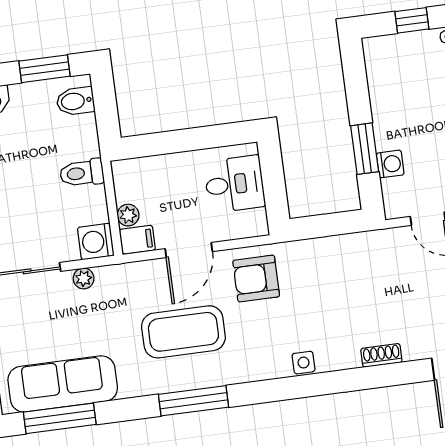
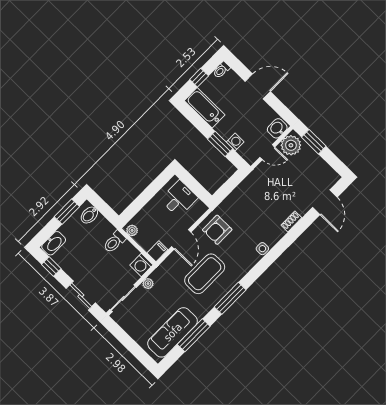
bathtub: (384, 74) -> (205, 108), added
plant: (128, 215) -> (132, 230), moved
window: (60, 418) -> (194, 335), moved

